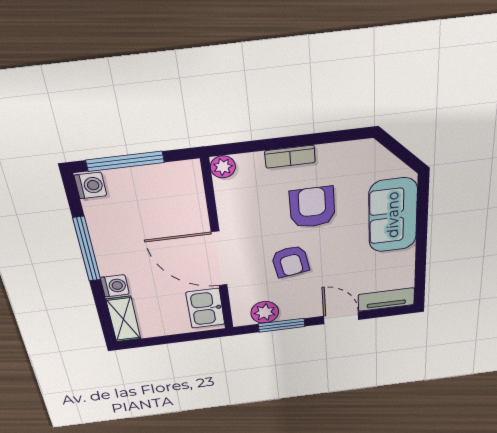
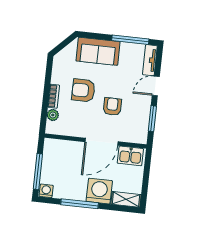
plant: (223, 167) -> (53, 115), moved
armchair: (290, 261) -> (112, 107), turned -80
window: (421, 262) -> (130, 40), added
washing machine: (115, 286) -> (99, 191), width x1.89, depth x1.89
plant: (265, 312) -> (141, 126), removed

